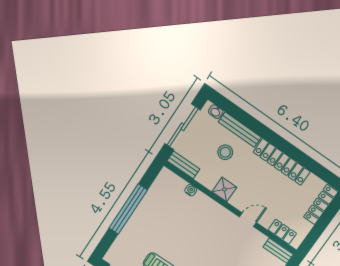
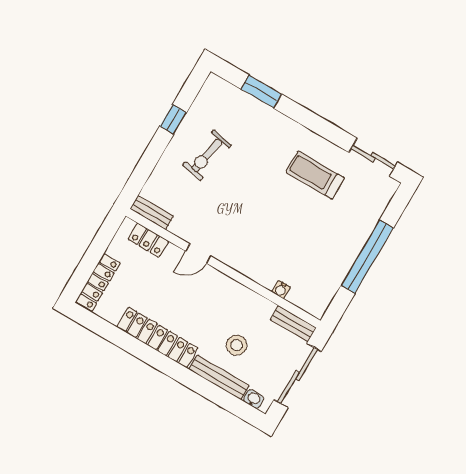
shower: (224, 189) -> (234, 294), removed

